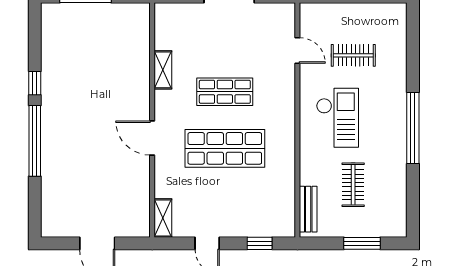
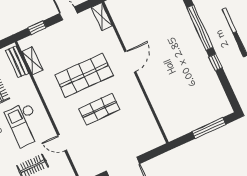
door: (297, 50) -> (62, 143), moved
shelving: (163, 70) -> (32, 60), moved
door: (152, 138) -> (130, 62), hinge flipped

